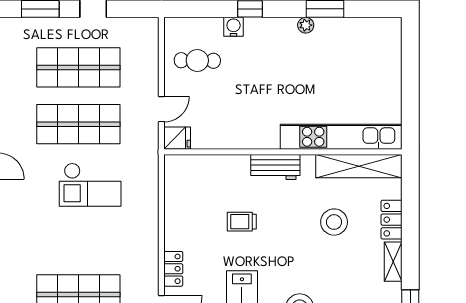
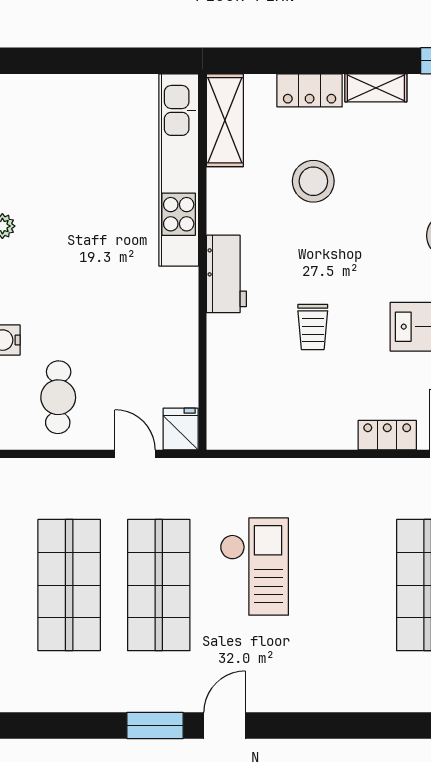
shelving: (359, 166) -> (225, 120), width x0.68

